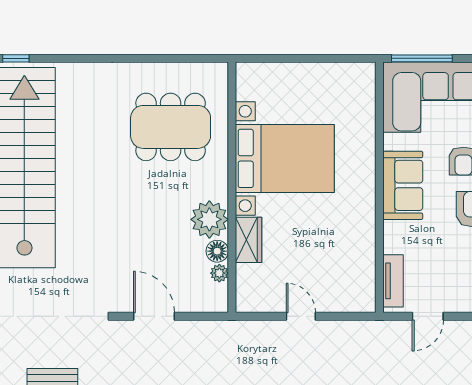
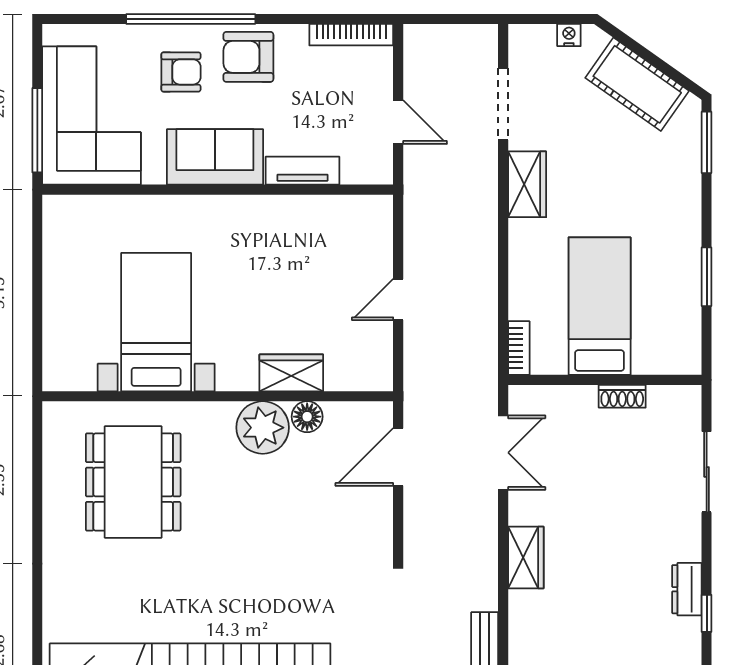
bed with nightstands: (285, 158) -> (156, 322), width x0.73
plant: (219, 273) -> (338, 414), removed
tv unit: (393, 281) -> (302, 171), moved
door: (154, 316) -> (398, 457), moved

